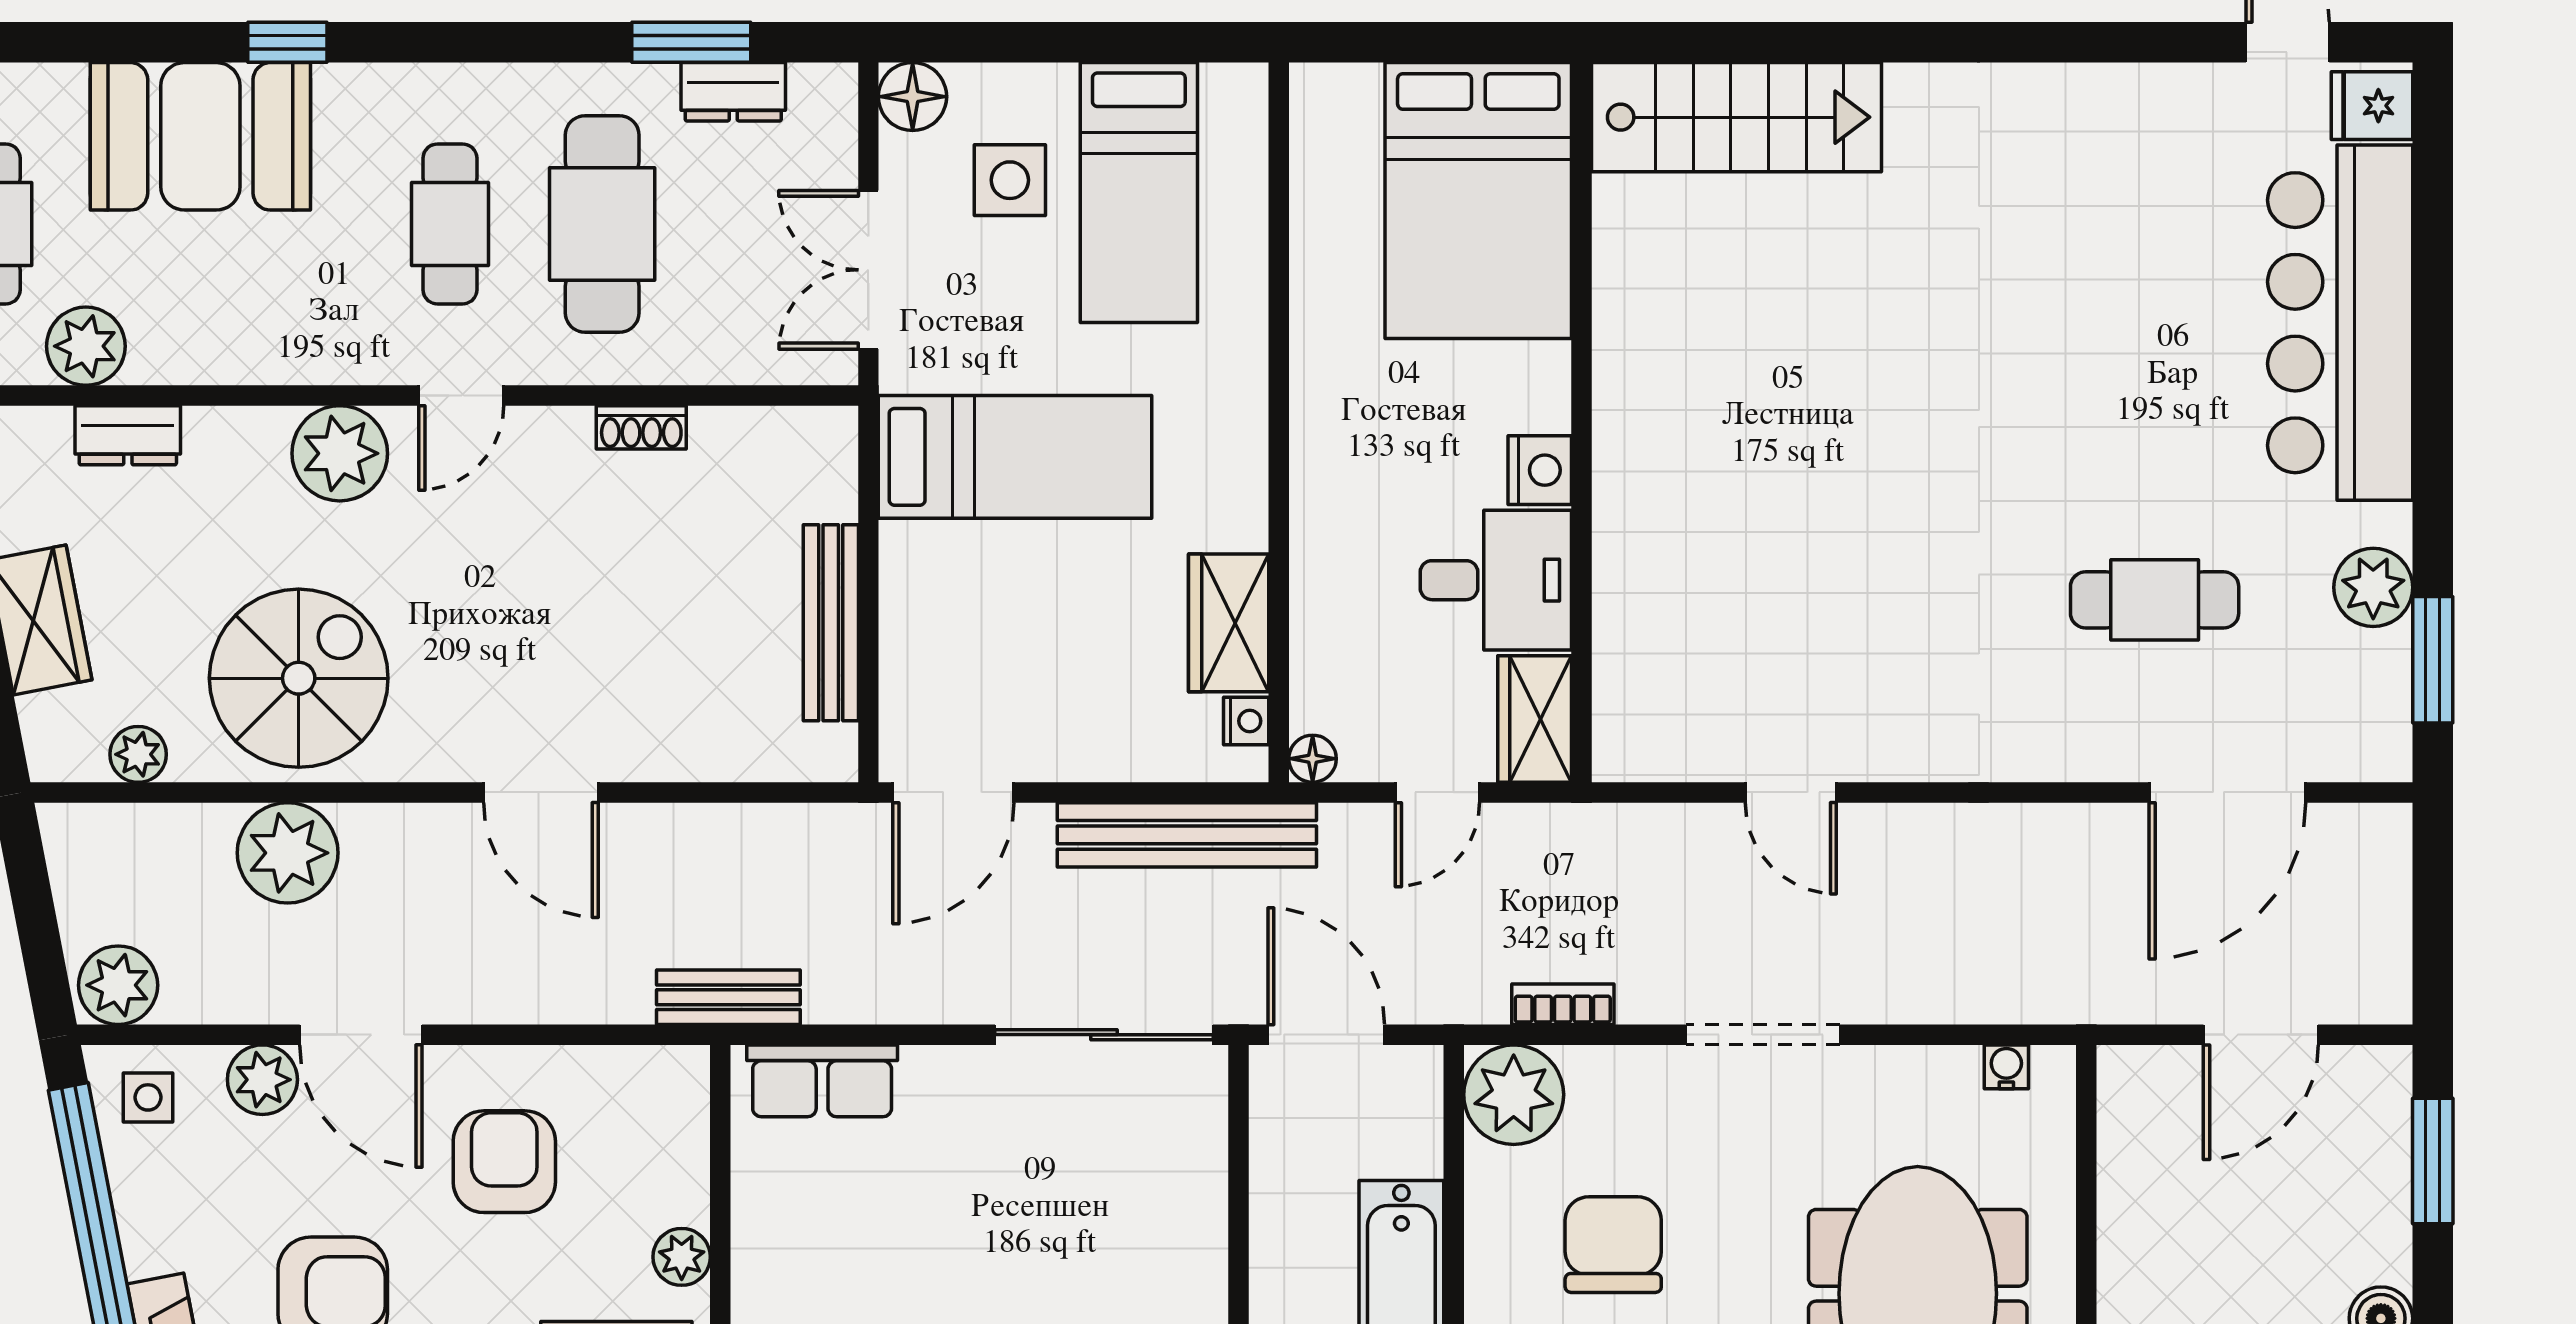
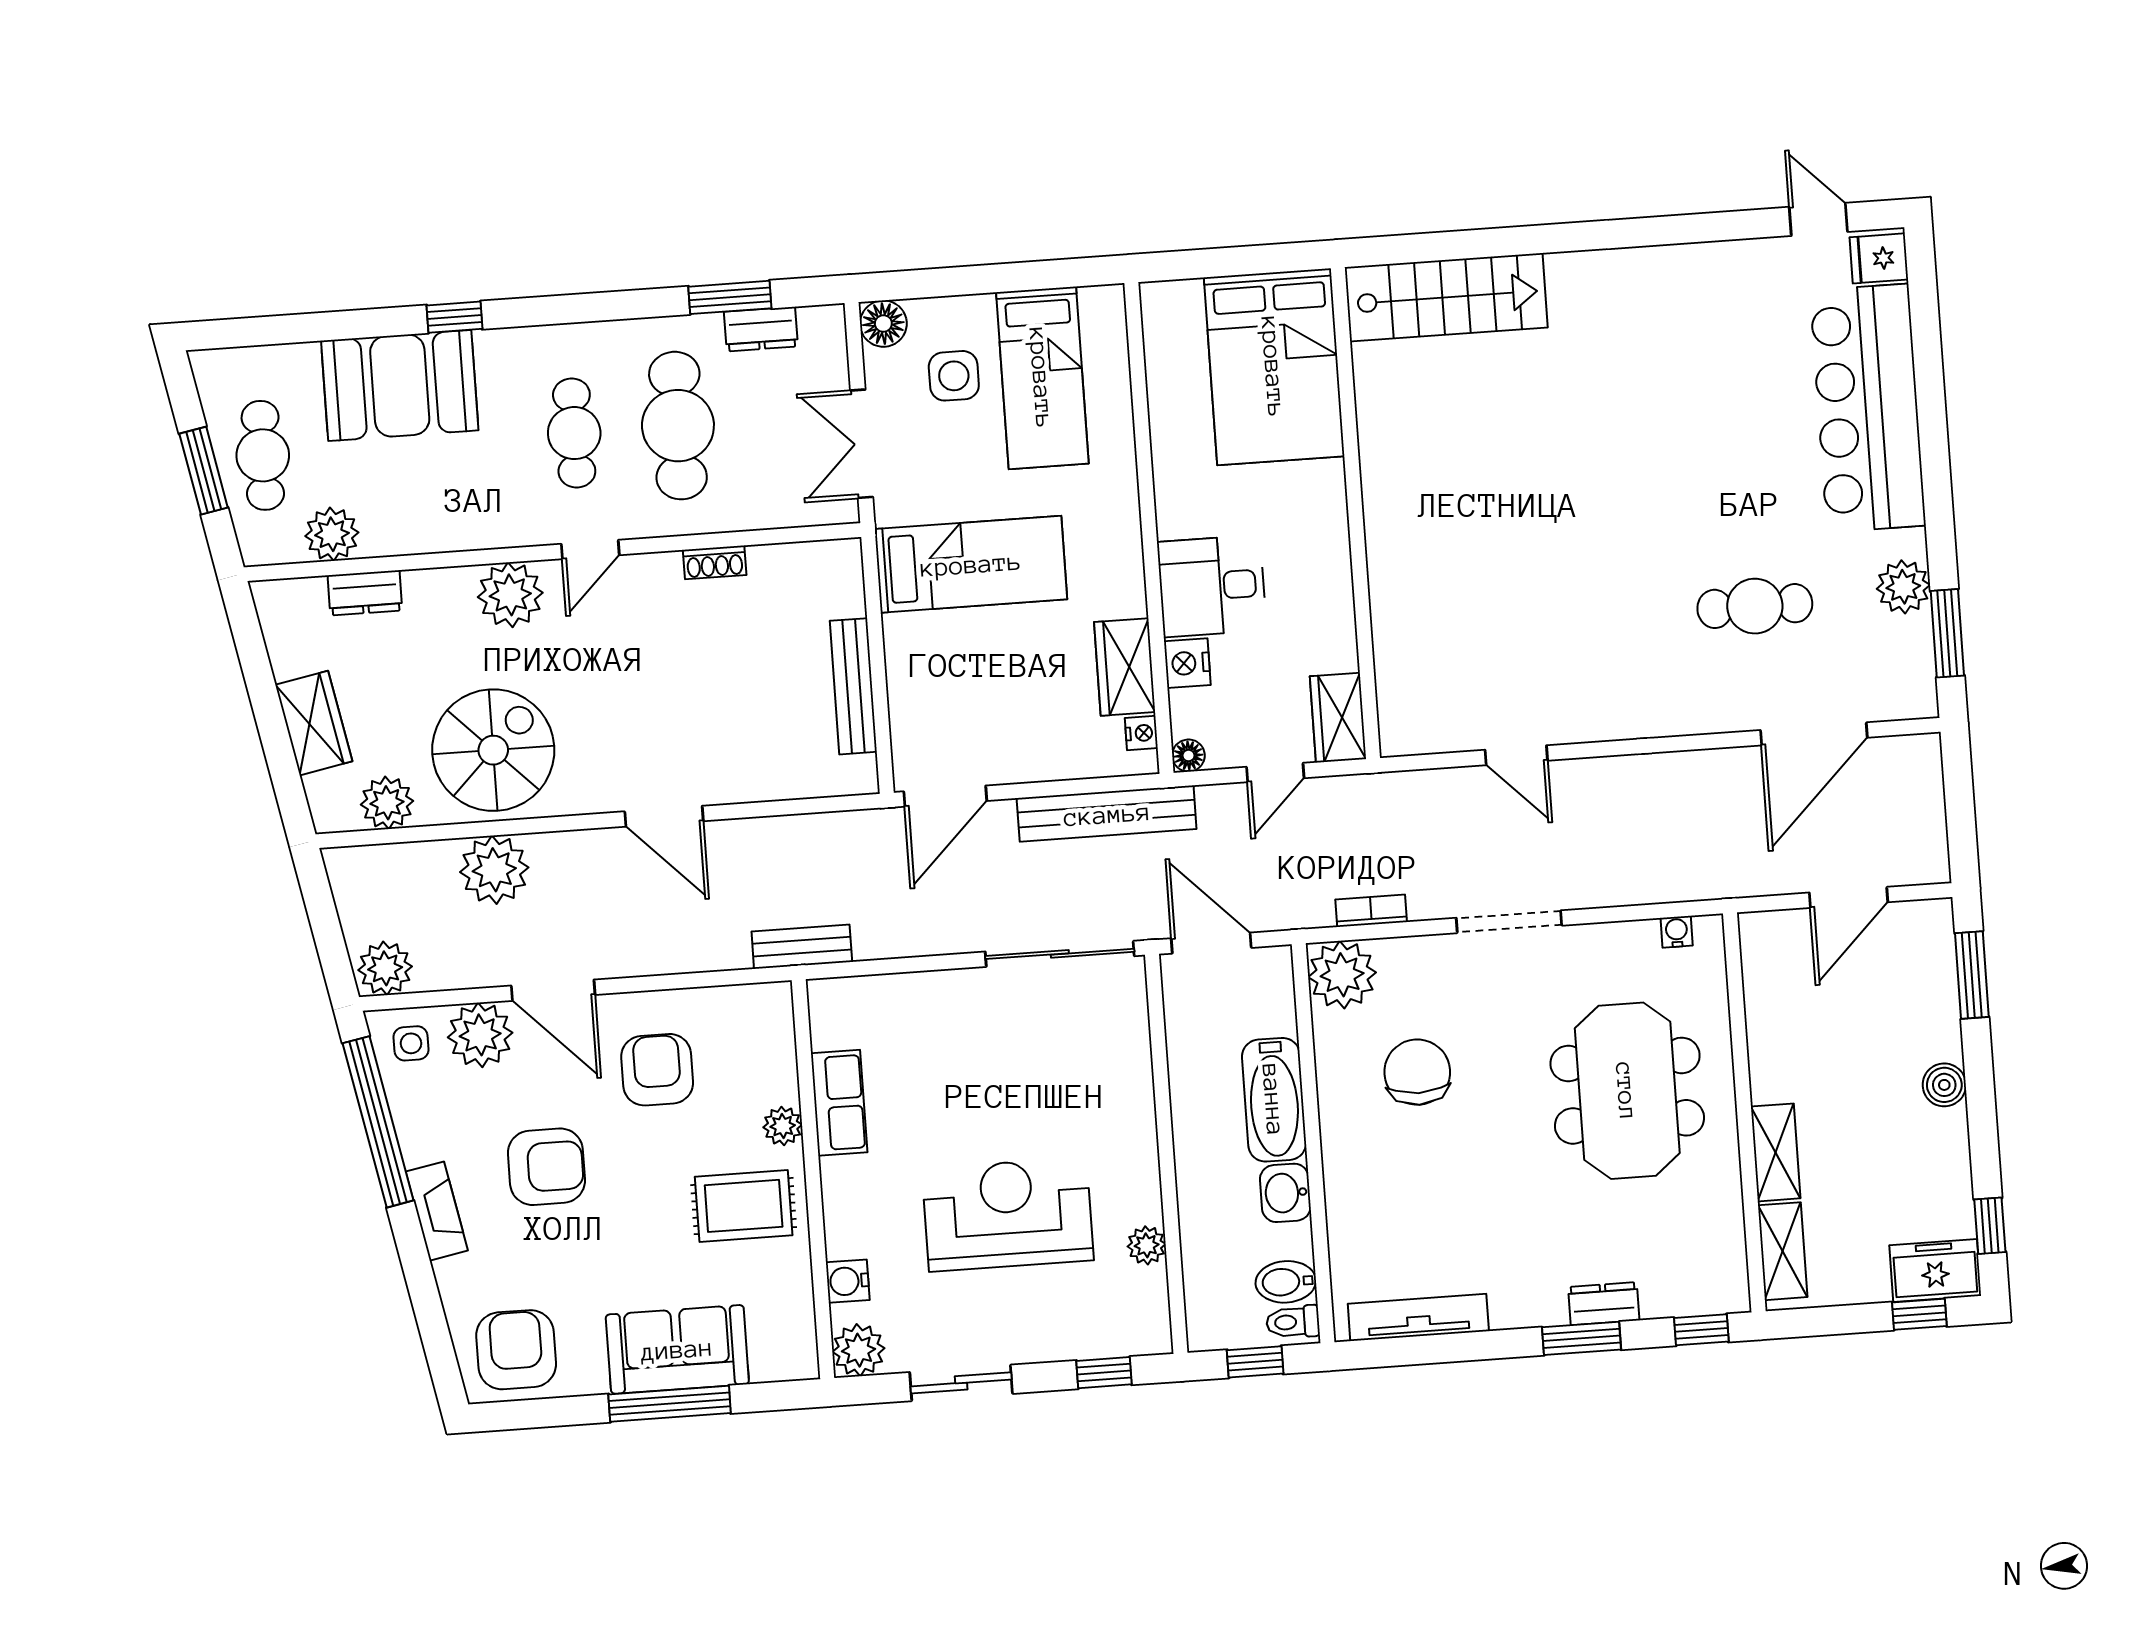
nightstand: (1540, 470) -> (1187, 663), moved, turned 180
desk: (1496, 580) -> (1212, 586), moved, turned 180
plant: (138, 754) -> (387, 803), width x1.38, depth x1.38
plant: (262, 1080) -> (480, 1035), width x1.36, depth x1.36
row of seats: (822, 1081) -> (839, 1103), moved, turned -90

